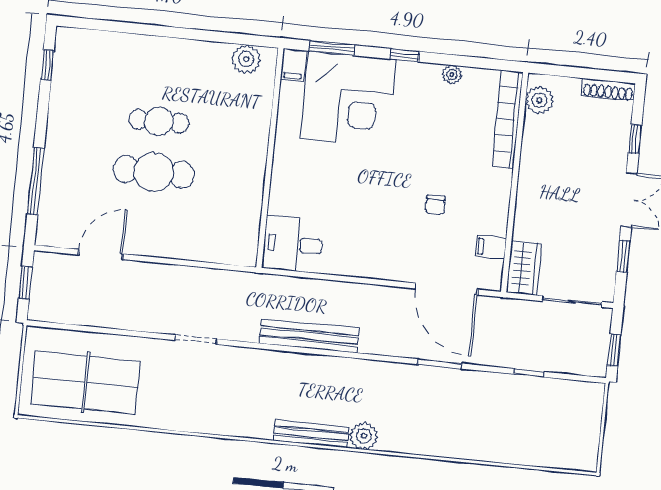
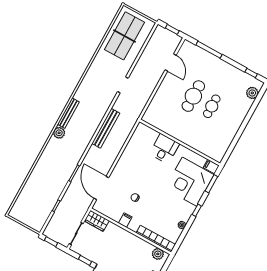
plant: (246, 59) -> (252, 93), moved
desk: (293, 244) -> (164, 149), moved
filing cabinet: (491, 247) -> (125, 220), moved
door: (446, 289) -> (101, 188), hinge flipped

